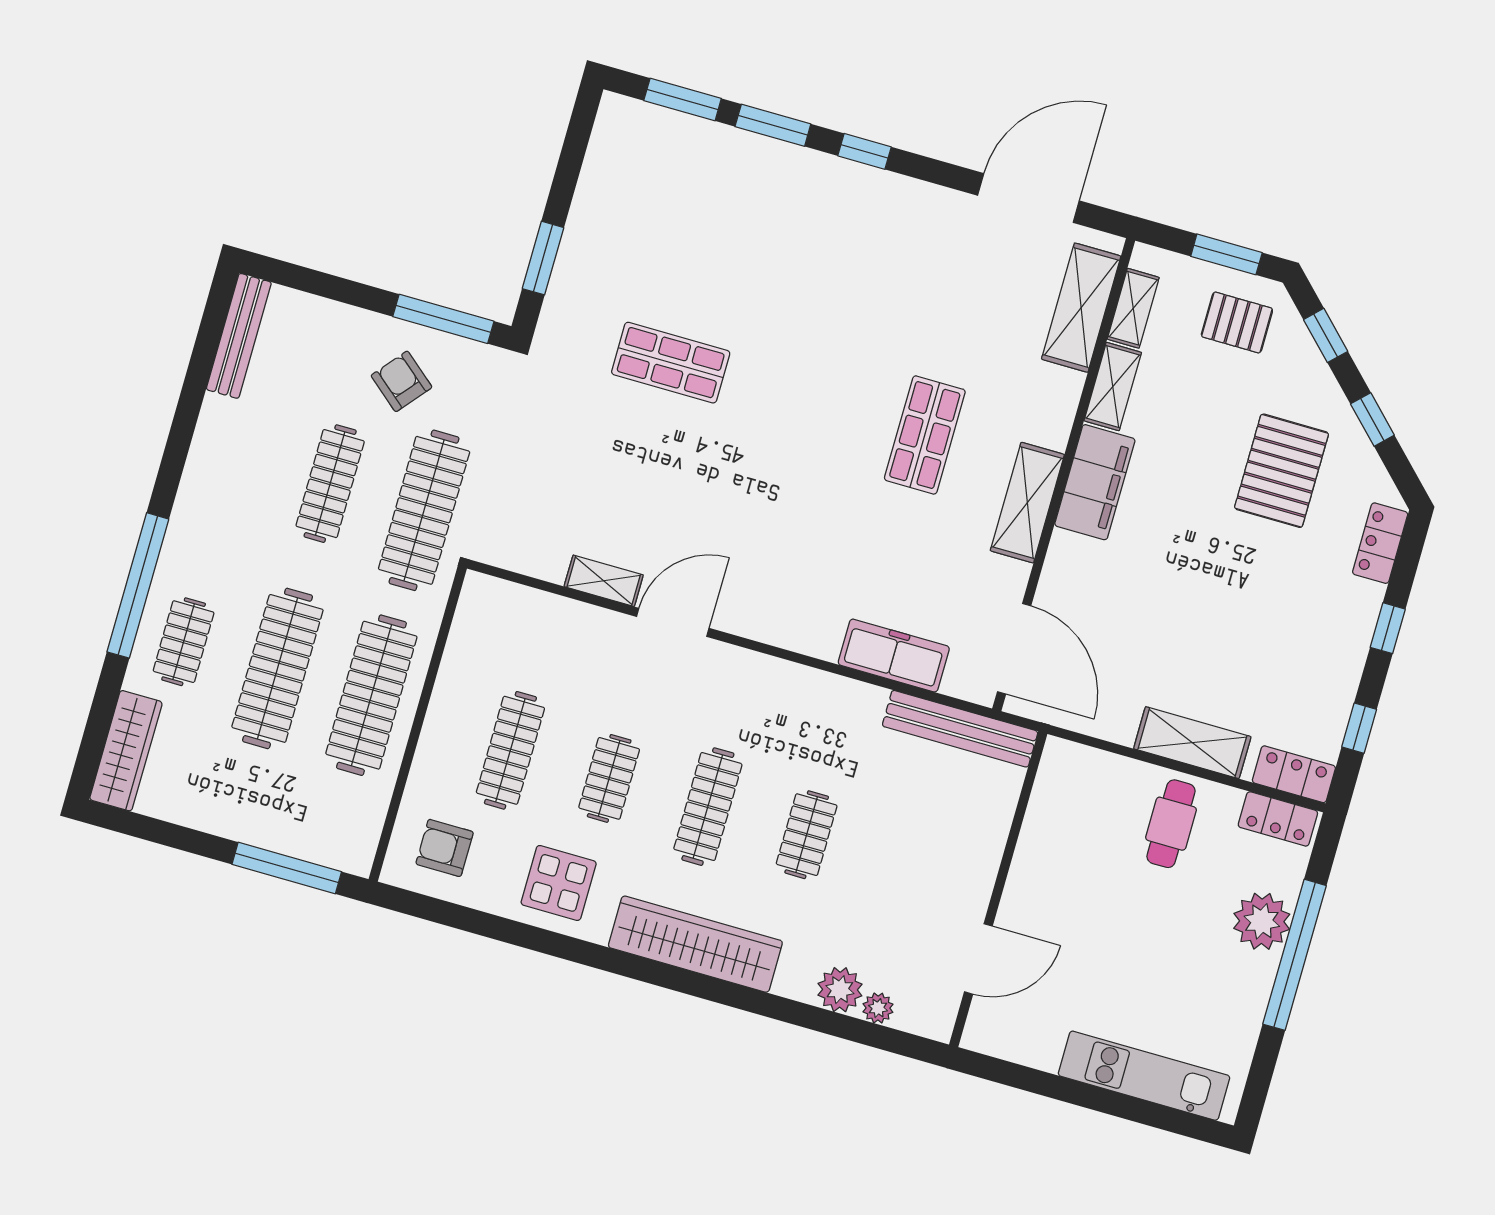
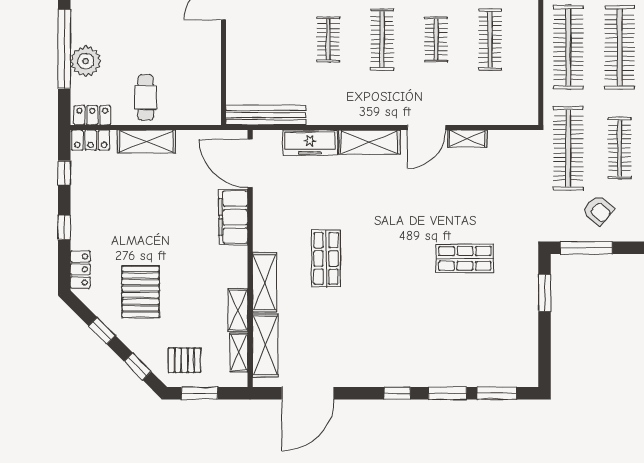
filing cabinet: (1095, 482) -> (233, 217), moved
shelving: (1027, 503) -> (264, 282), moved
shelving: (785, 625) -> (369, 142), added

